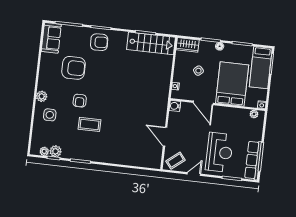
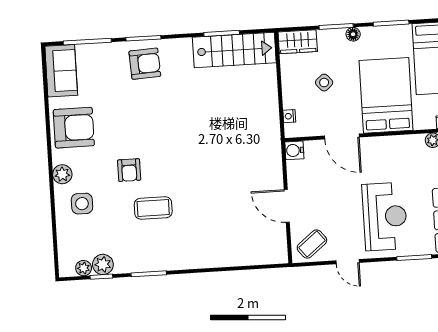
armchair: (74, 68) -> (74, 128), moved
door: (194, 174) -> (348, 262), swing flipped

